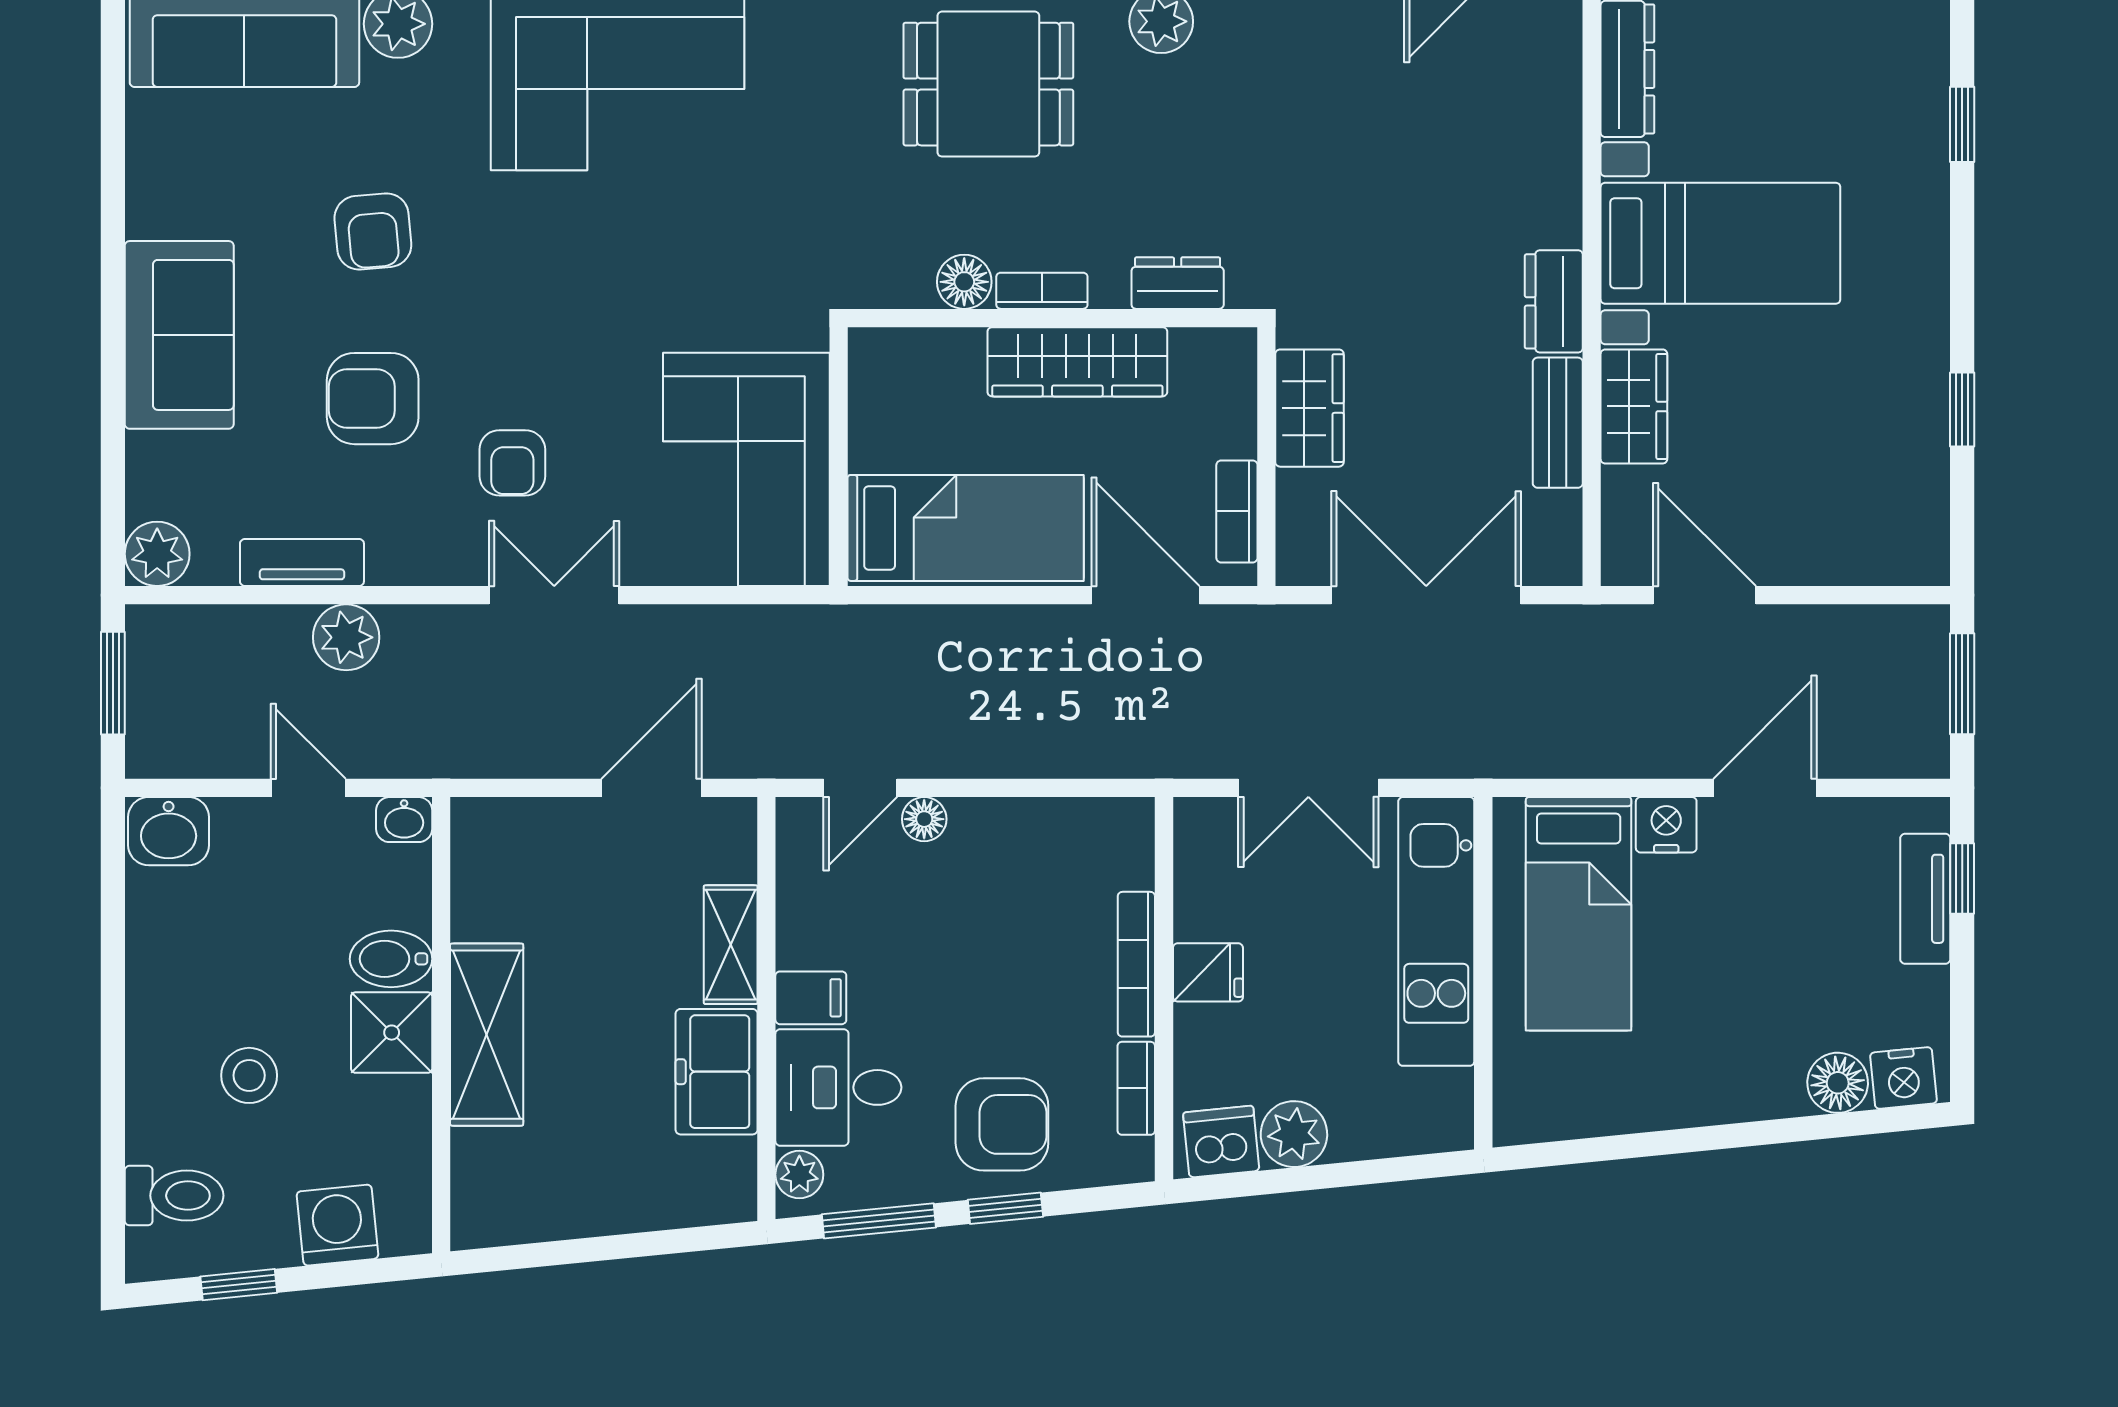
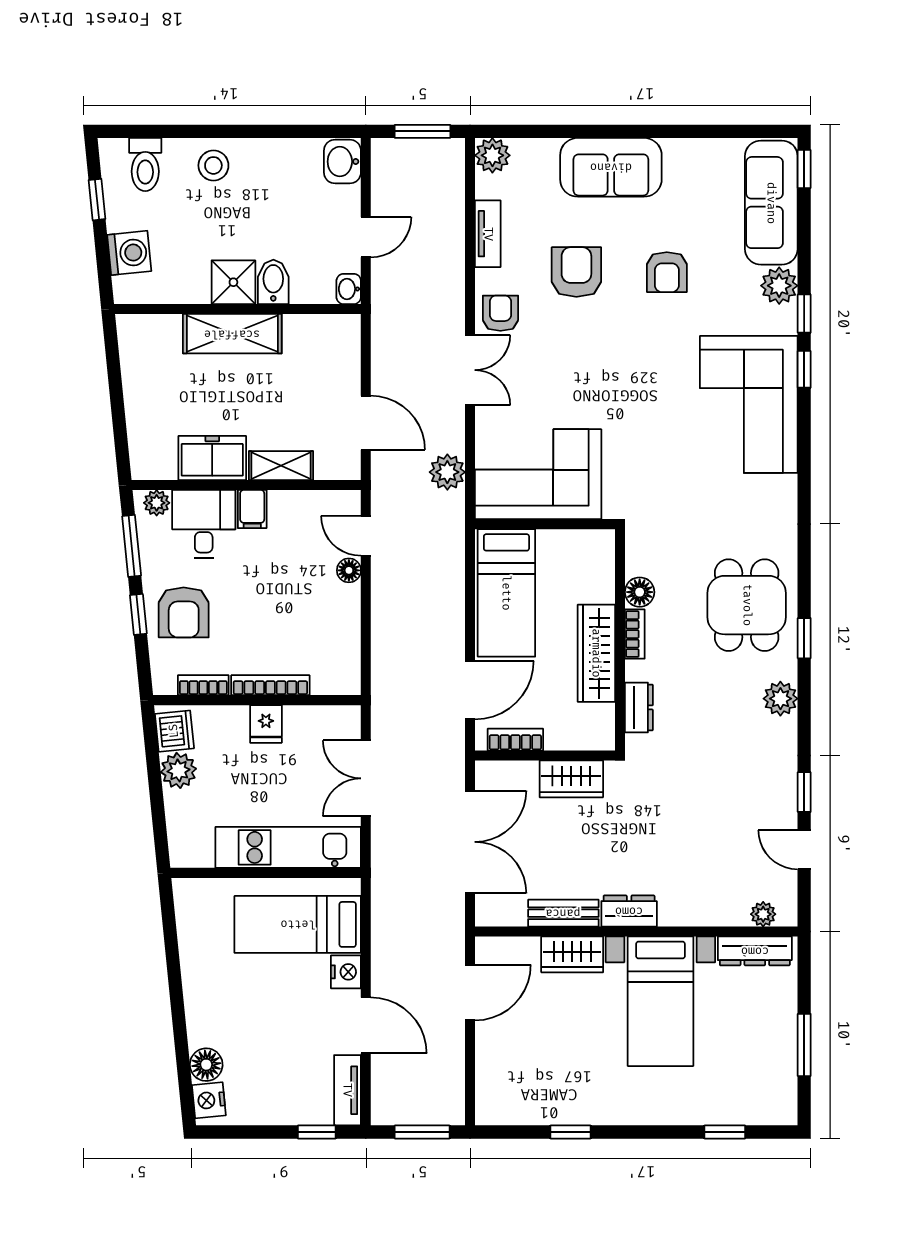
plant: (1560, 54) -> (763, 914), added
armchair: (373, 231) -> (667, 272), turned -85
armchair: (512, 463) -> (500, 313), moved, turned 90
plant: (346, 637) -> (447, 472), moved
tv unit: (1925, 899) -> (347, 1090), moved, turned -90
stool: (249, 1075) -> (213, 165), moved

